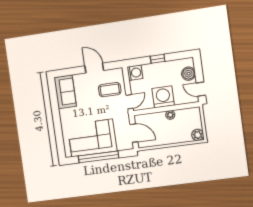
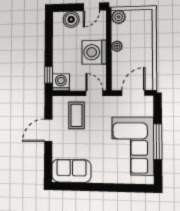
window: (158, 59) -> (49, 75), moved
plant: (198, 135) -> (119, 17), moved
window: (98, 157) -> (158, 142), width x0.68

